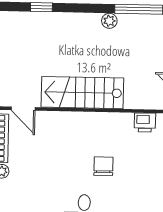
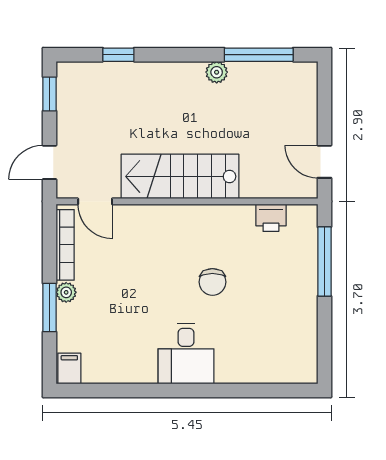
chair: (103, 166) -> (212, 282), turned 180

